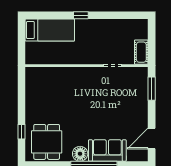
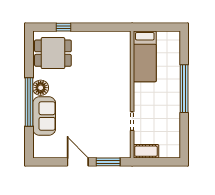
window: (81, 15) -> (184, 89), width x3.17
bed: (50, 30) -> (145, 56), moved
door: (152, 138) -> (78, 162), moved

